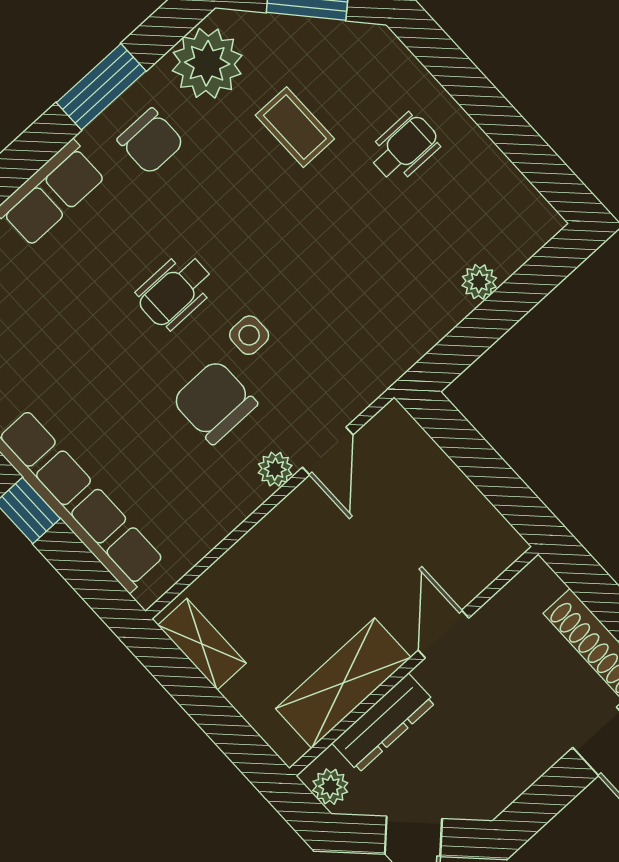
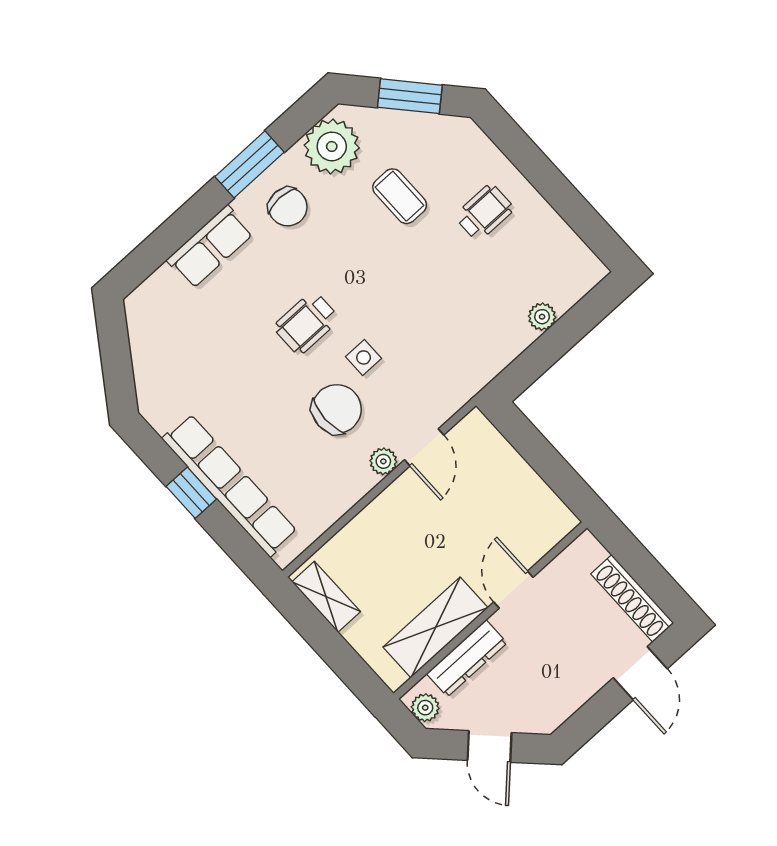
chair: (215, 402) -> (337, 409), turned 90

